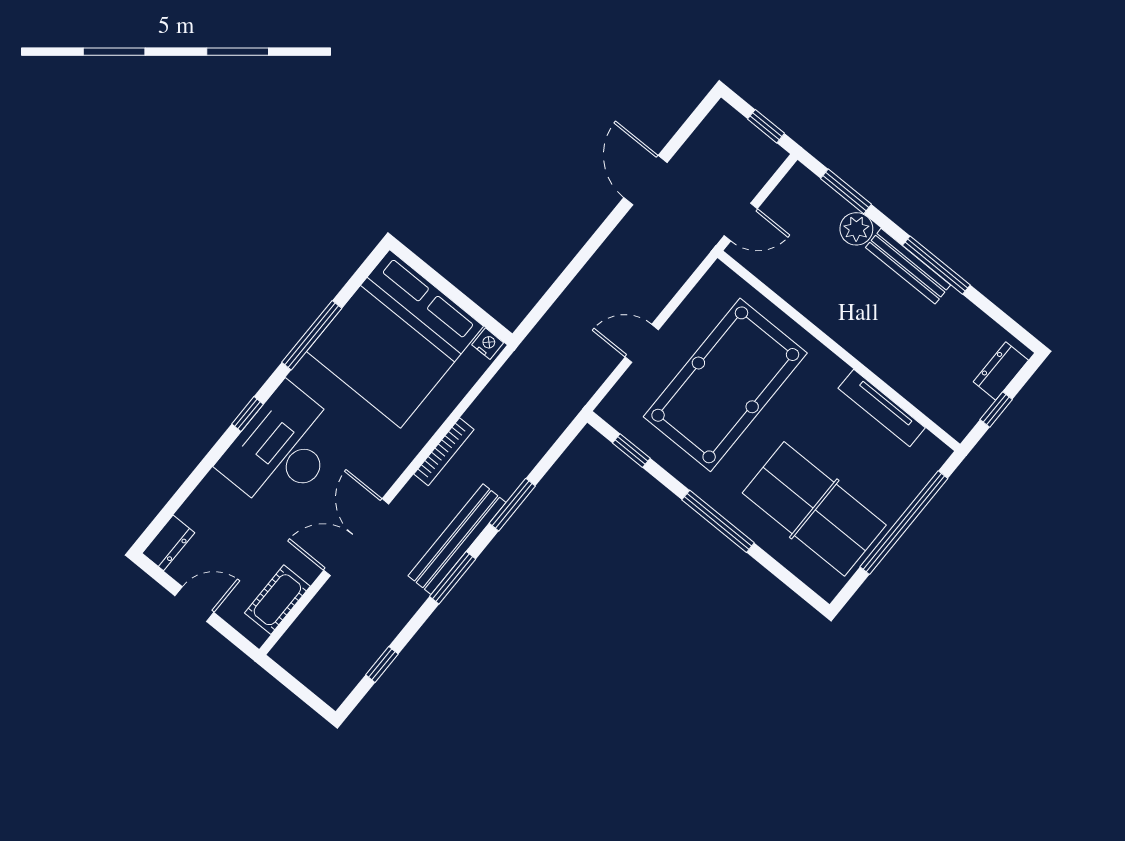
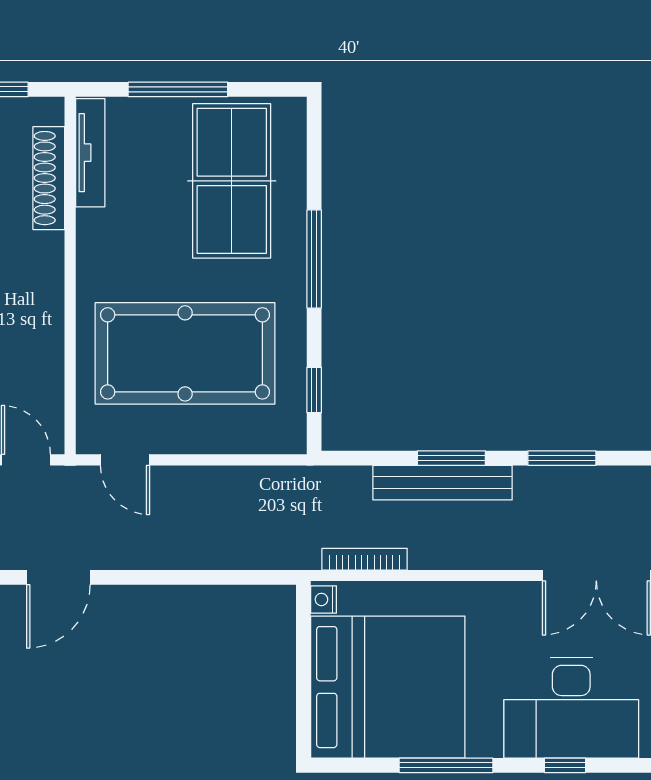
door: (642, 343) -> (125, 460), moved
shoe rack: (915, 389) -> (49, 178), added
tv unit: (882, 408) -> (90, 153), moved
bookcase: (444, 452) -> (365, 559), moved
window: (904, 523) -> (178, 89), width x0.68
bench: (457, 539) -> (443, 483), moved

